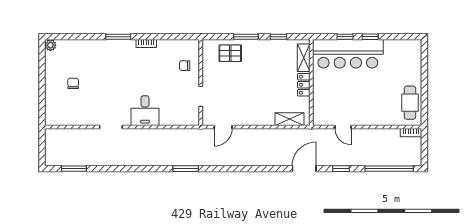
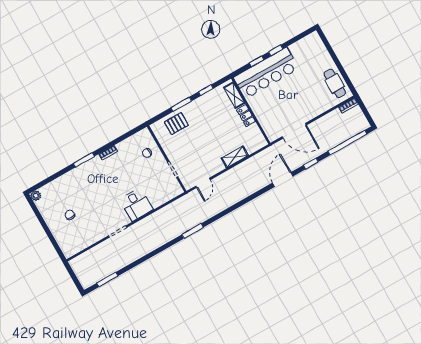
shelving: (290, 119) -> (235, 157), moved
door: (343, 127) -> (294, 131), width x1.88

